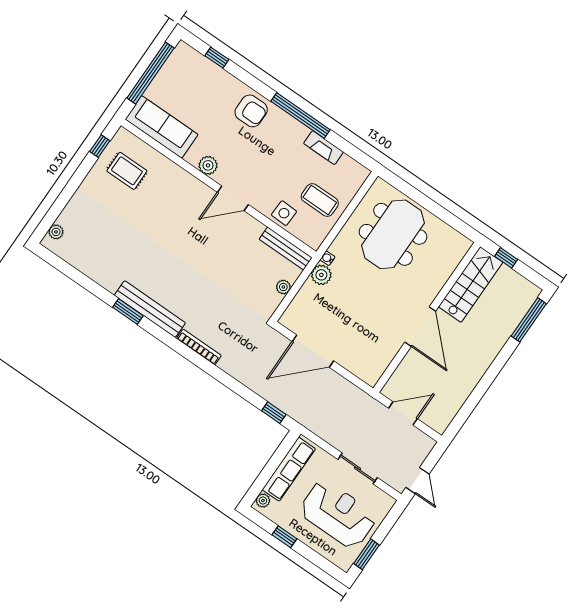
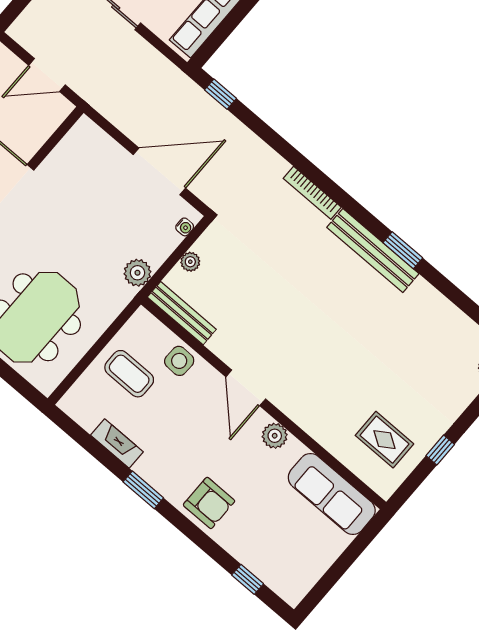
window: (150, 73) -> (339, 568), removed
armchair: (251, 111) -> (209, 503), turned 180
window: (301, 116) -> (143, 490), width x0.47
window: (100, 146) -> (440, 450), moved
door: (233, 198) -> (246, 388), swing flipped
water cooler: (327, 258) -> (185, 227), moved

